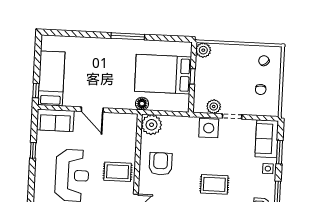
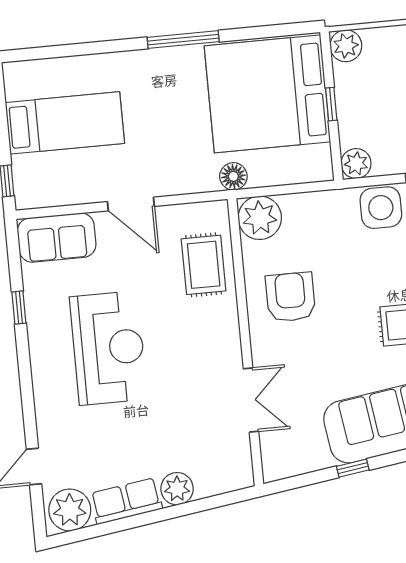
bed: (163, 74) -> (267, 94), width x1.36
bed: (51, 78) -> (65, 123), moved, turned 90
plant: (214, 107) -> (356, 164), moved
rug: (118, 172) -> (204, 265), moved, turned 90

